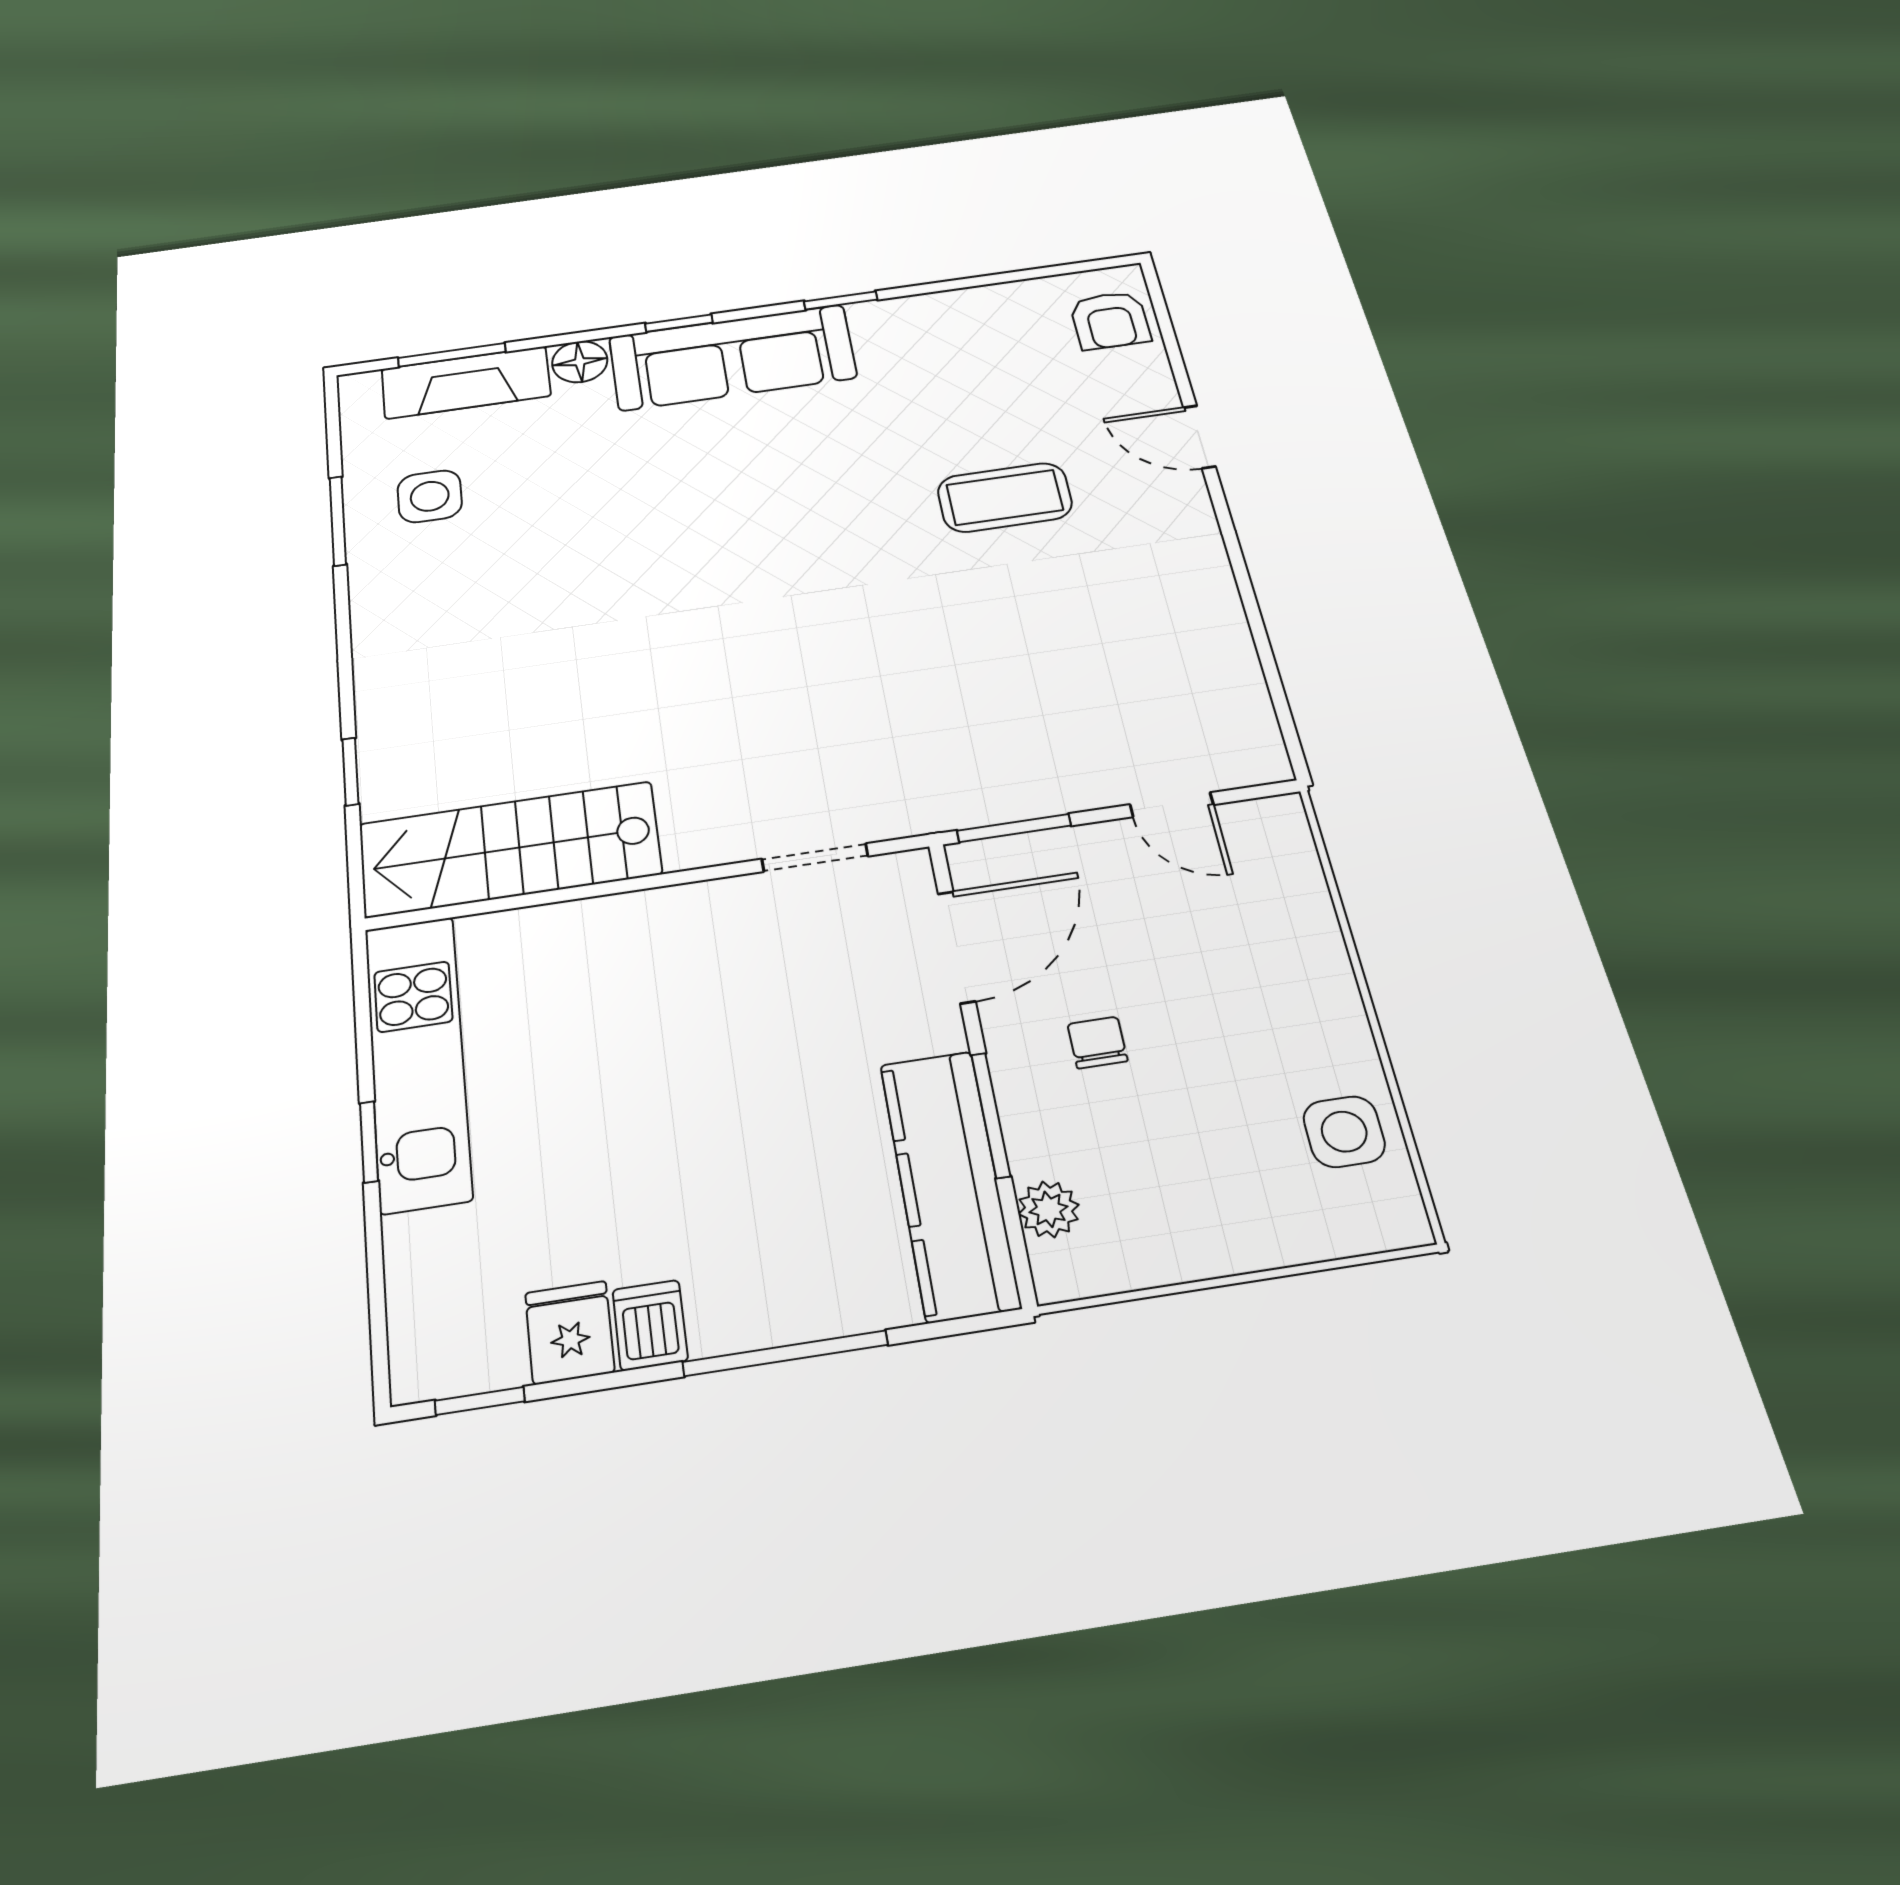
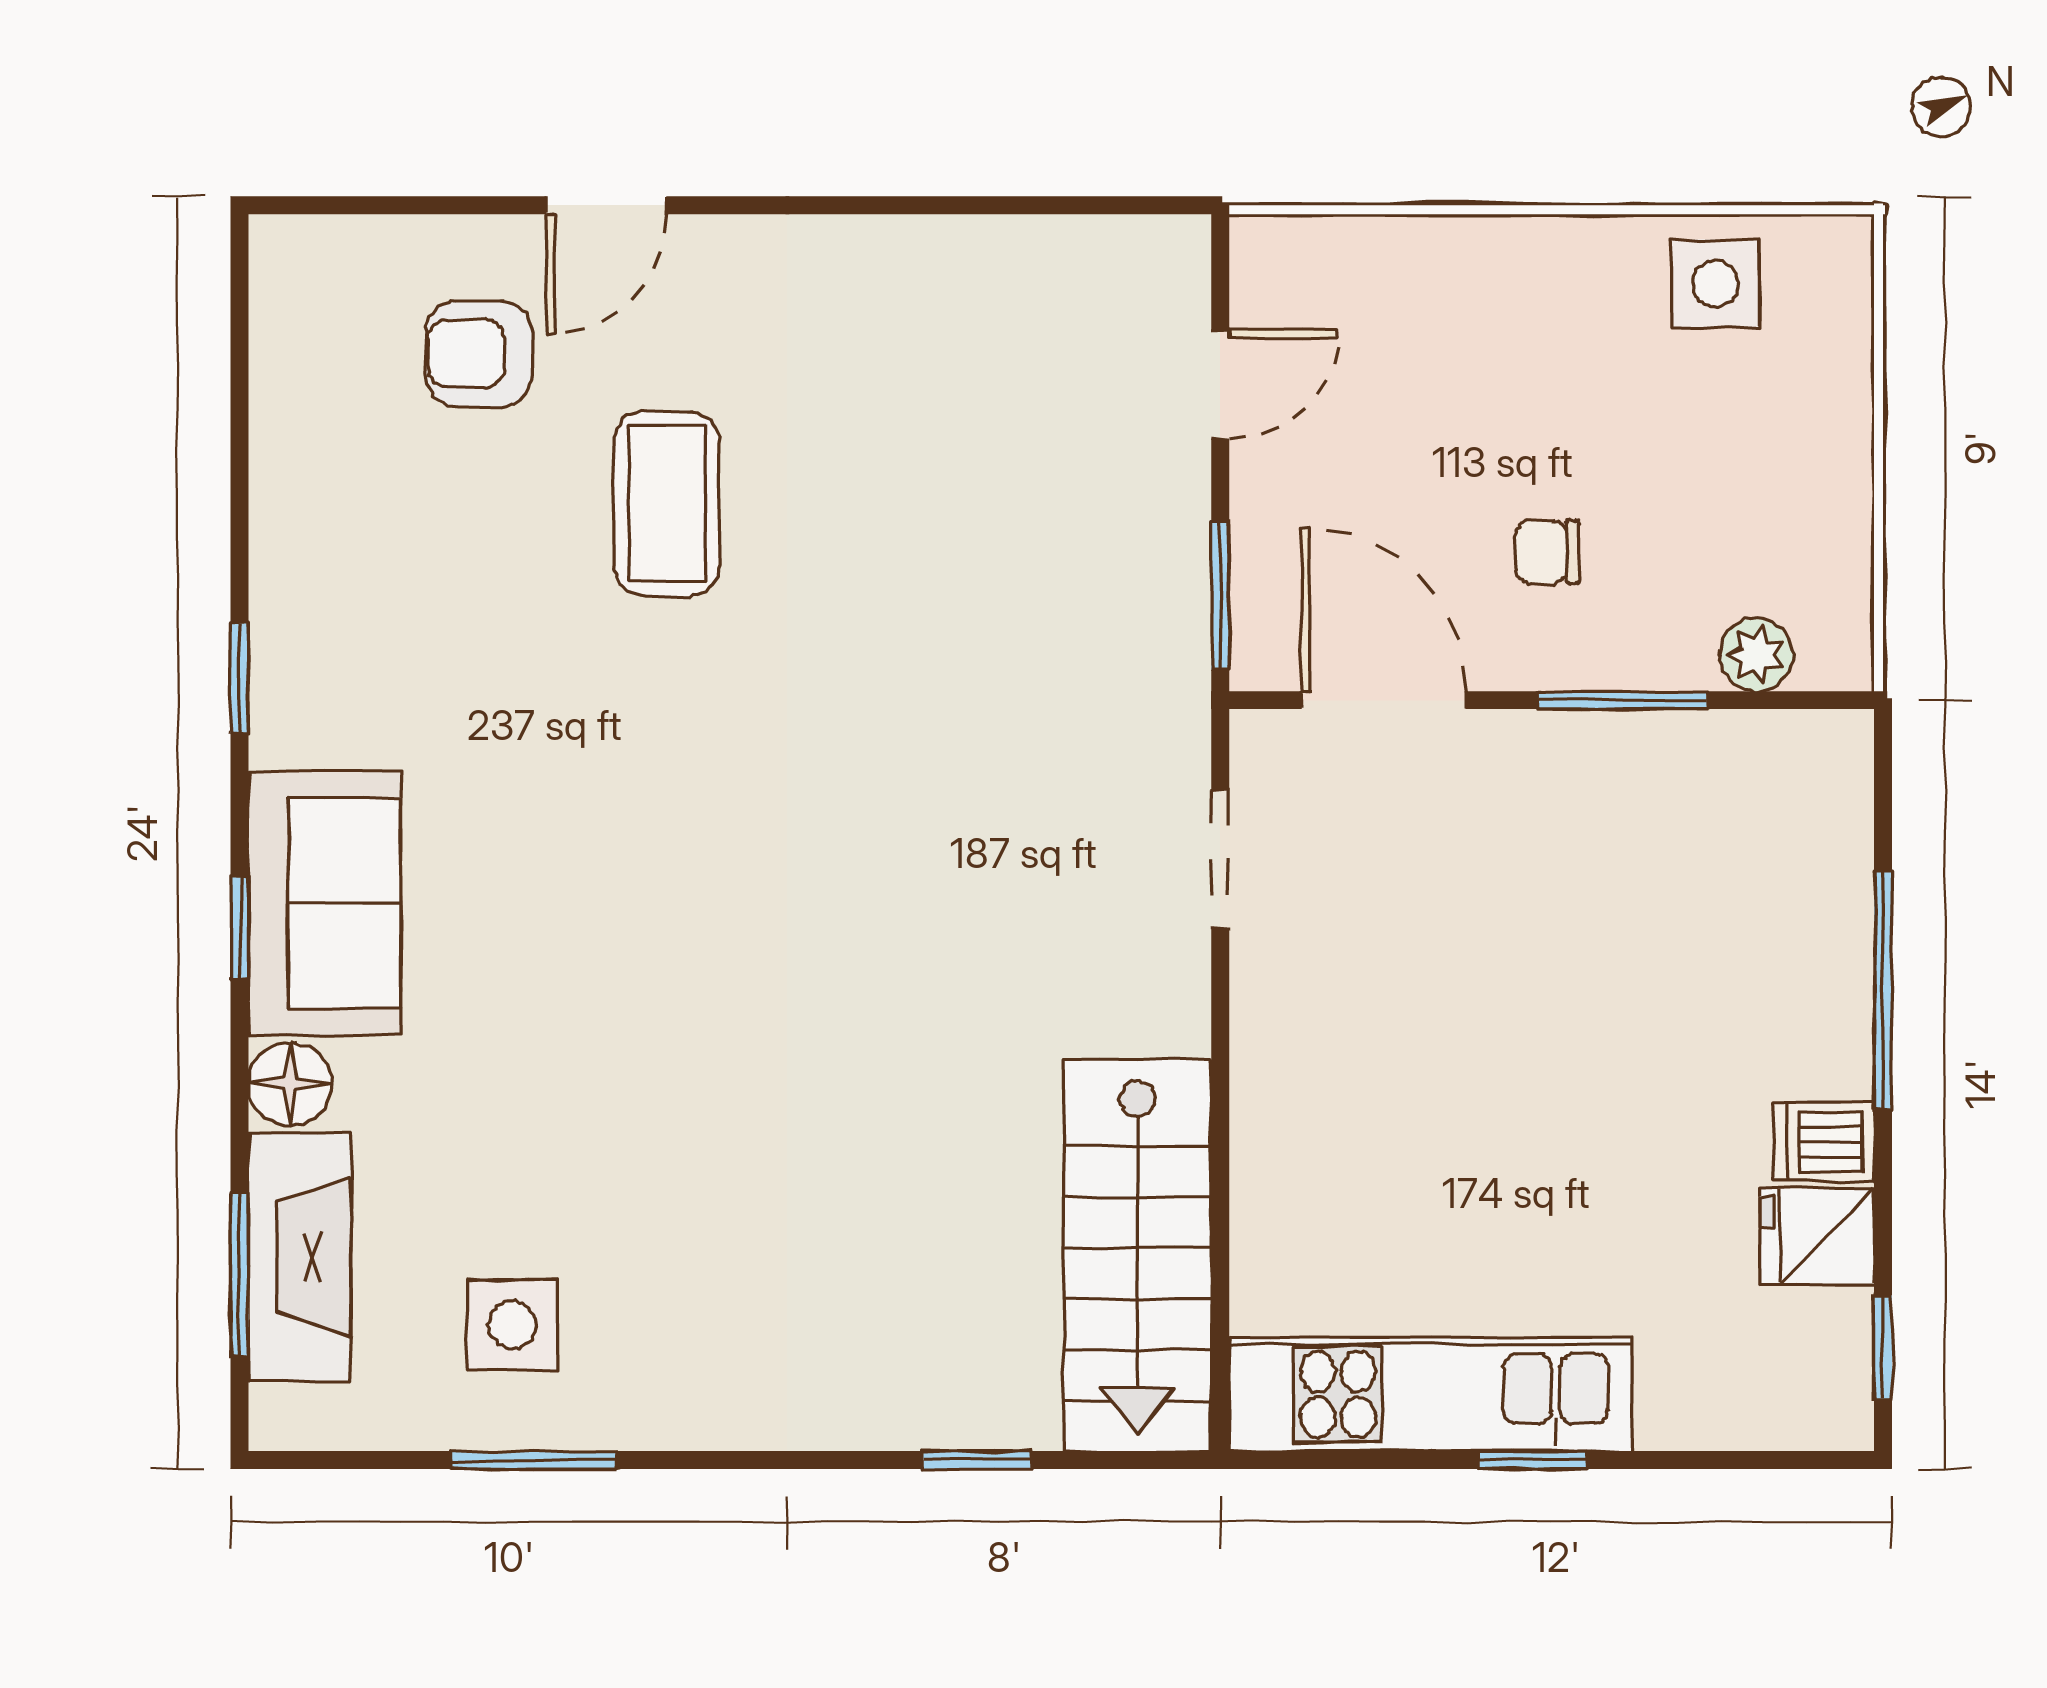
armchair: (1110, 320) -> (479, 354), moved, turned 180
sofa: (732, 357) -> (325, 903), width x0.73
kitchen counter: (949, 1184) -> (1704, 766), removed

